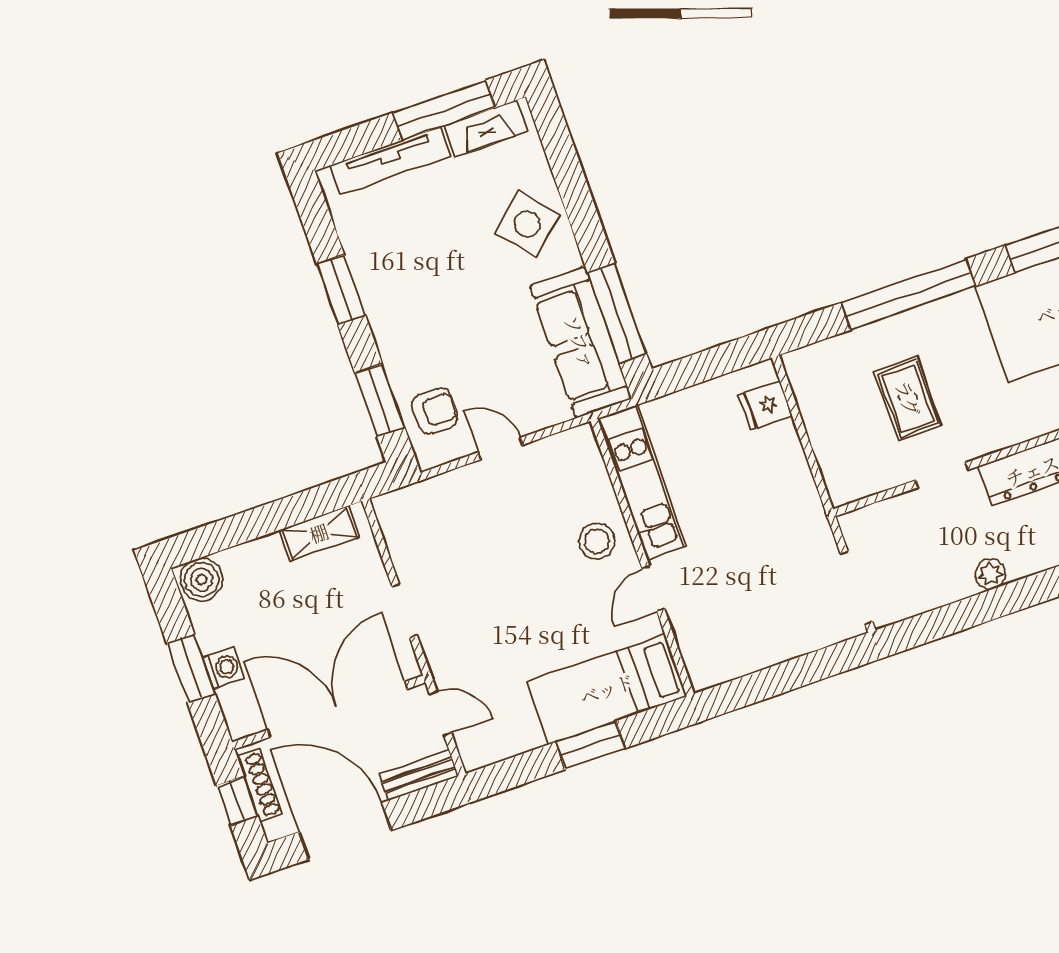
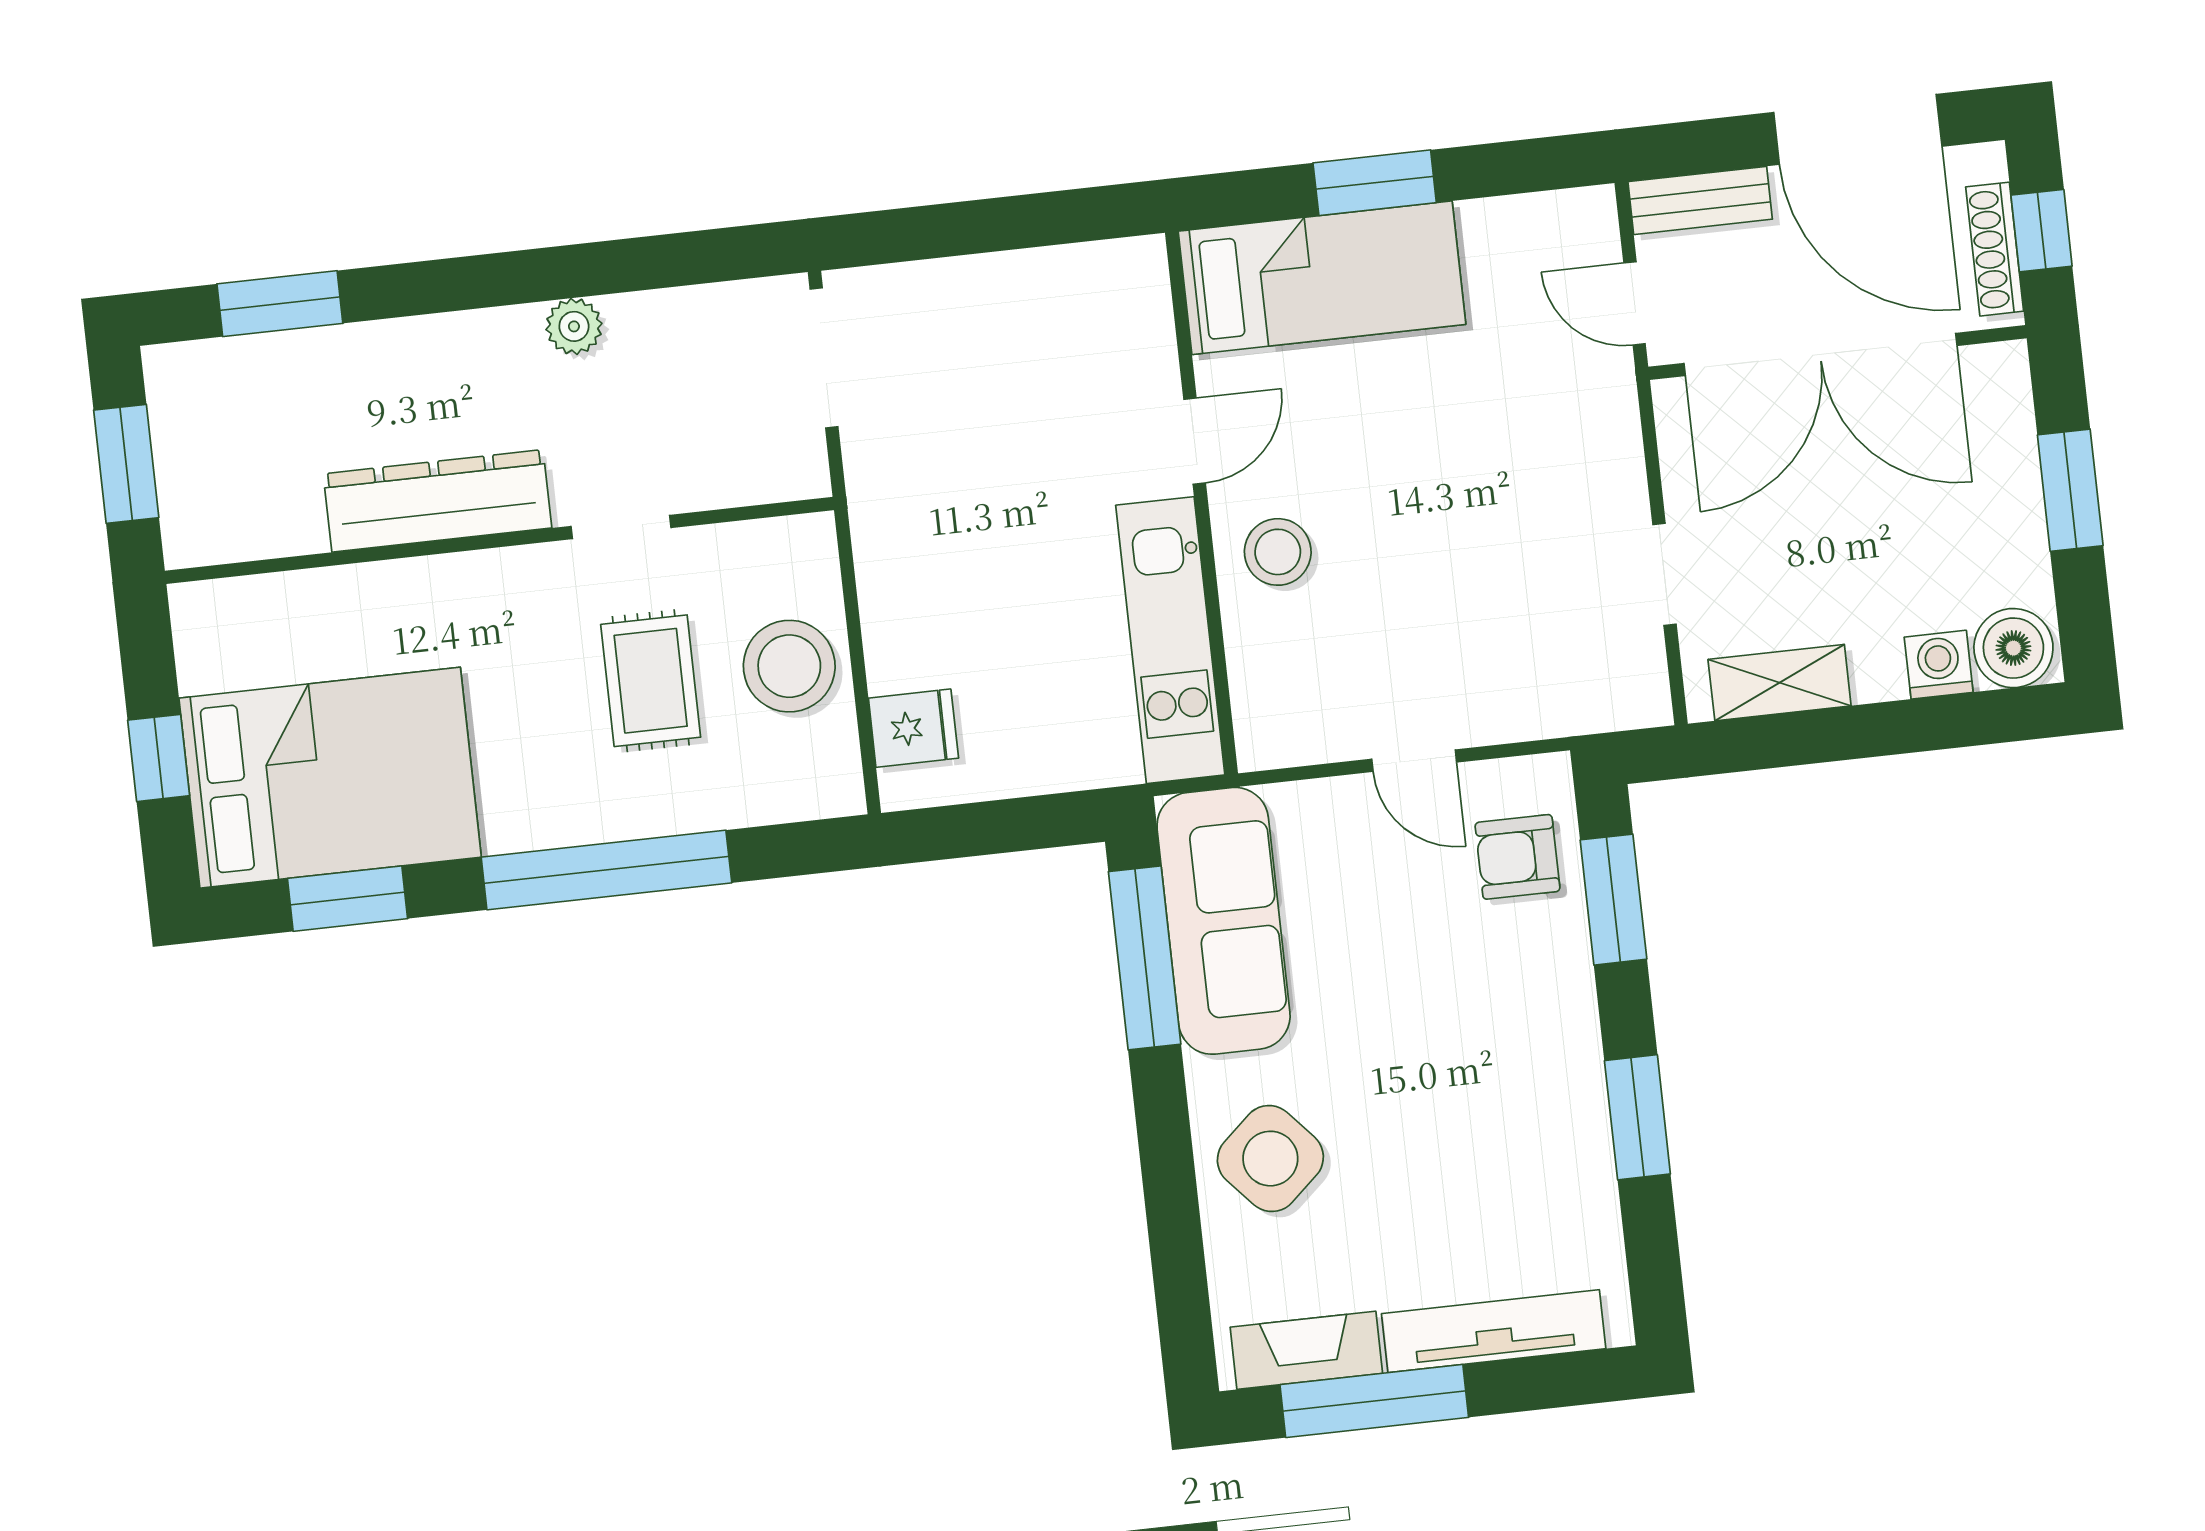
stool: (837, 423) -> (789, 666), added
doorway: (405, 611) -> (1665, 574), moved
washing machine: (224, 668) -> (1939, 665), moved, turned 90

